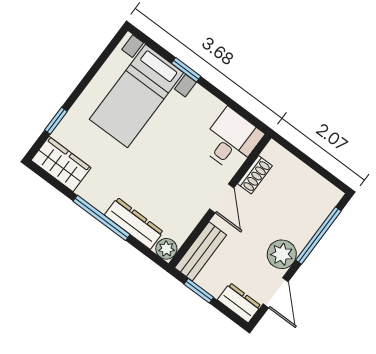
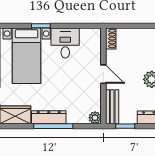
desk: (231, 140) -> (65, 43), moved
shoe rack: (255, 175) -> (111, 39), moved
dresser: (134, 223) -> (49, 117), moved

